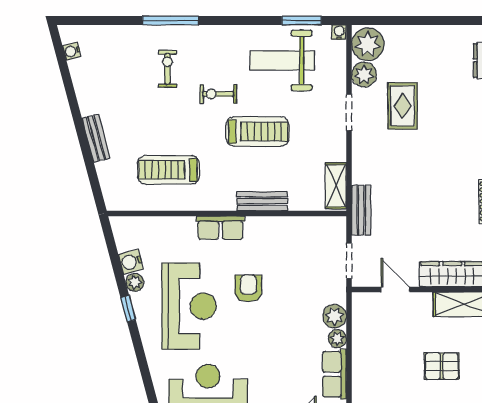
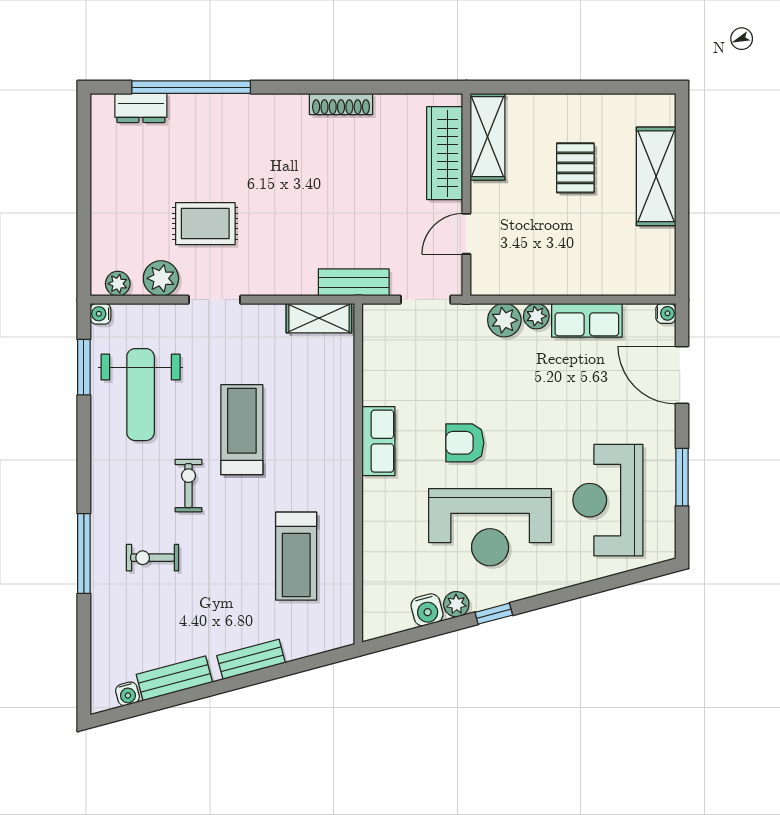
plant: (368, 44) -> (118, 284), width x0.53, depth x0.53
exercise bike: (218, 94) -> (189, 486), turned 180
bench: (262, 201) -> (174, 678), moved, turned 75
row of seats: (220, 228) -> (378, 441), moved
reception desk: (189, 306) -> (490, 527), turned 180

